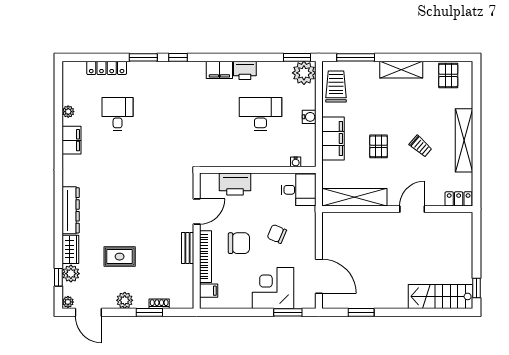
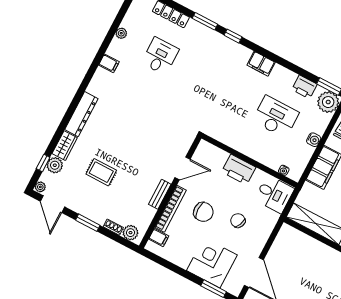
printer: (245, 70) -> (304, 87), moved
filing cabinet: (71, 140) -> (109, 63), width x0.50
printer: (235, 184) -> (239, 170), moved
plant: (125, 300) -> (130, 233), moved
window: (149, 312) -> (88, 223), moved

